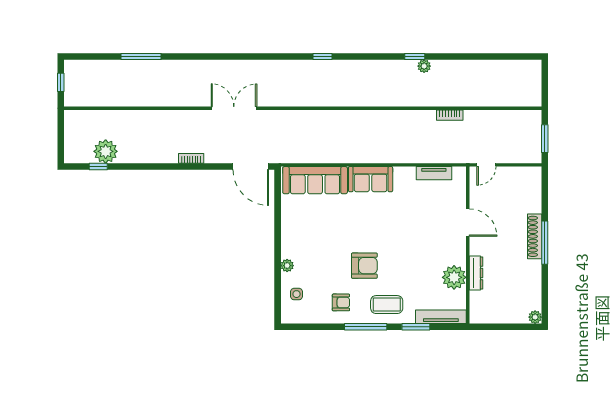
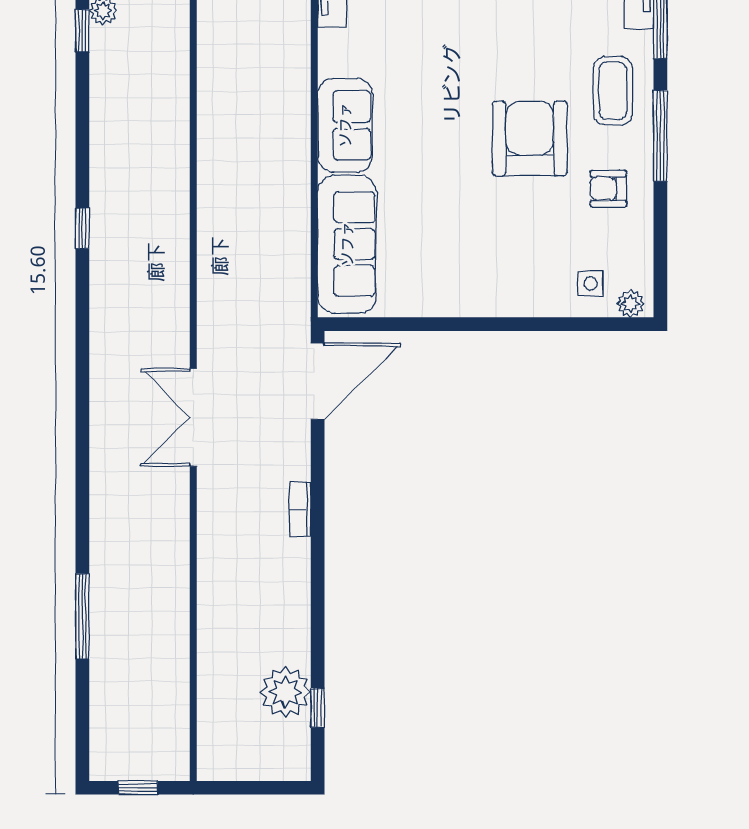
plant: (287, 266) -> (630, 304), moved
armchair: (364, 266) -> (530, 138), width x1.36, depth x1.36
armchair: (341, 302) -> (609, 189), turned -90

